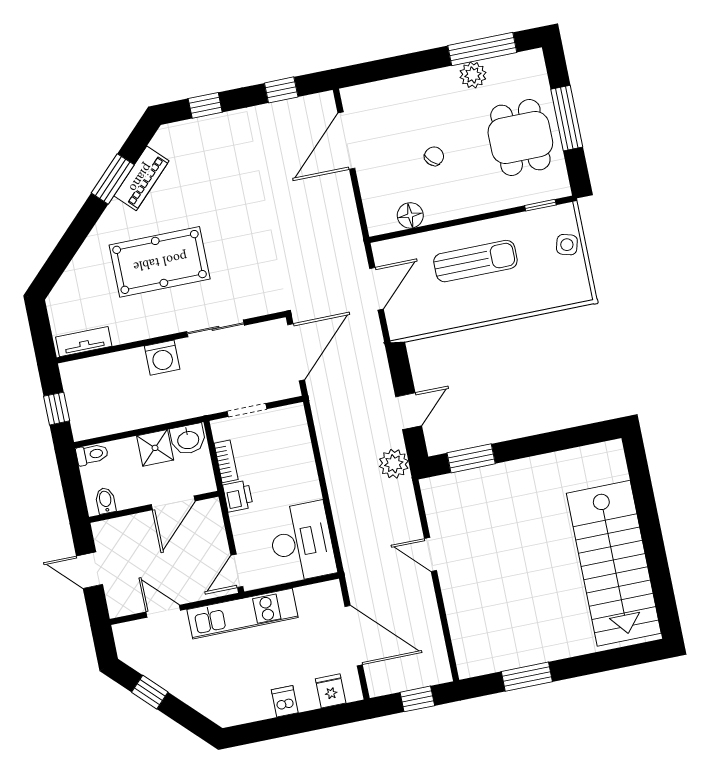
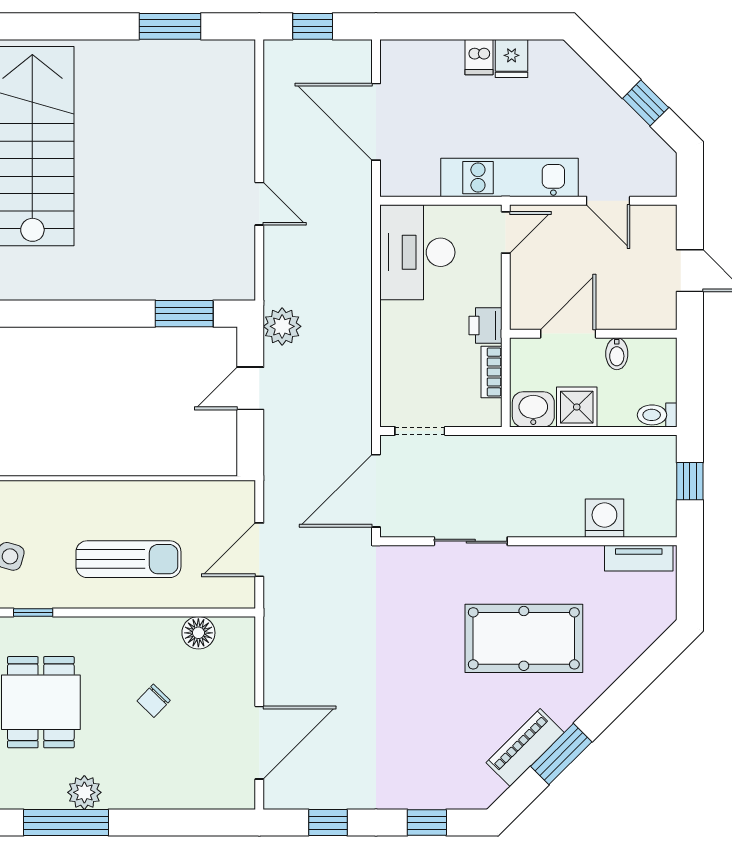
sun lounger: (475, 261) -> (128, 559), turned 180
washing machine: (162, 358) -> (604, 518), moved
doorway: (247, 410) -> (420, 431), moved
bidet: (105, 501) -> (617, 354), moved
fridge: (331, 691) -> (512, 58), moved

